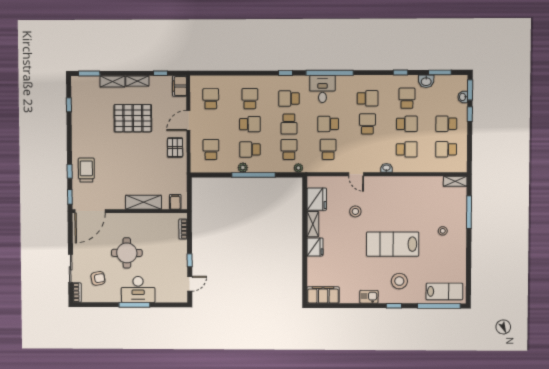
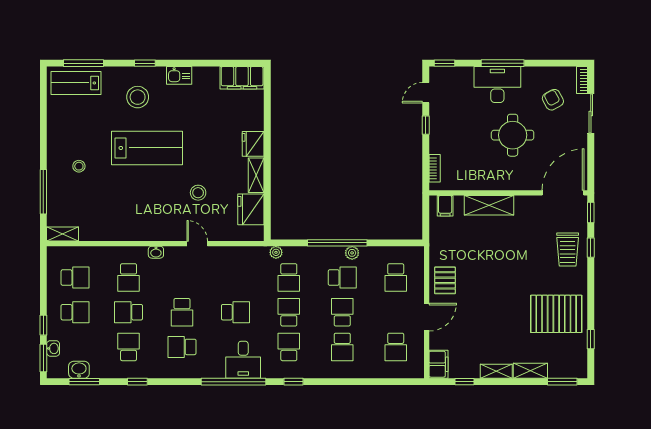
washbasin: (426, 81) -> (79, 370), moved
school desk: (407, 98) -> (129, 347), turned 180
school desk: (289, 99) -> (289, 347), turned -90
pallet: (133, 118) -> (556, 314), moved
school desk: (250, 124) -> (342, 312), turned 90
school desk: (328, 149) -> (235, 278), removed
school desk: (407, 149) -> (129, 278), turned -90
armchair: (98, 278) -> (553, 100), turned 71
window: (176, 305) -> (445, 63), added
window: (439, 306) -> (84, 63), width x0.68

